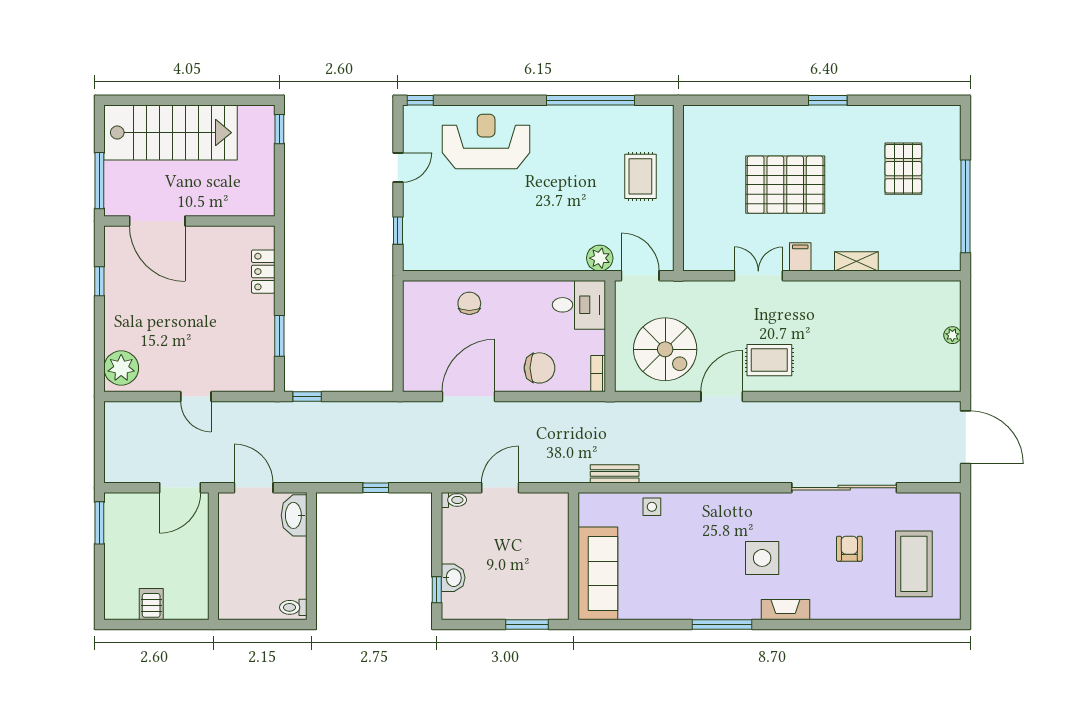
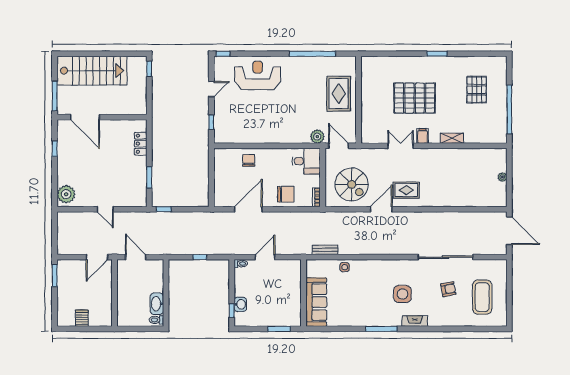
rug: (640, 176) -> (339, 94), width x1.36, depth x1.43
washbasin: (294, 515) -> (157, 304), moved
armchair: (849, 549) -> (448, 289), turned 79

